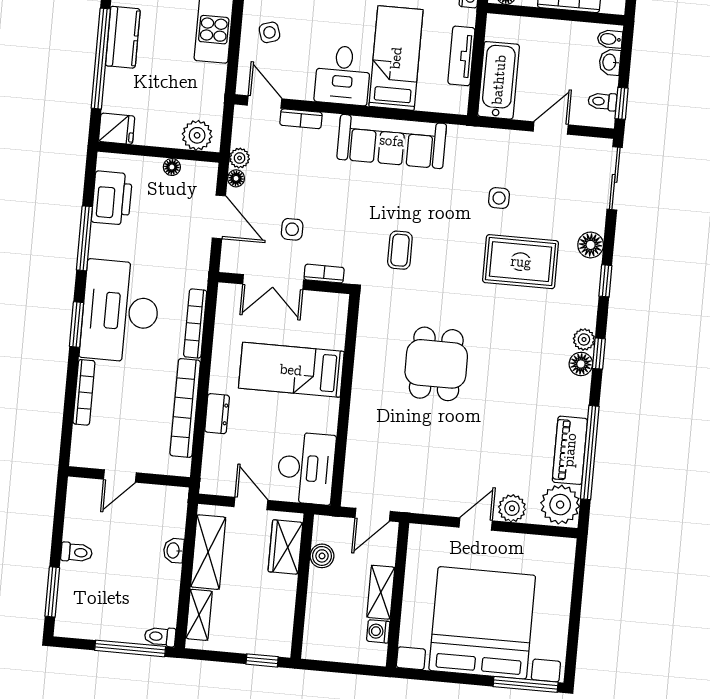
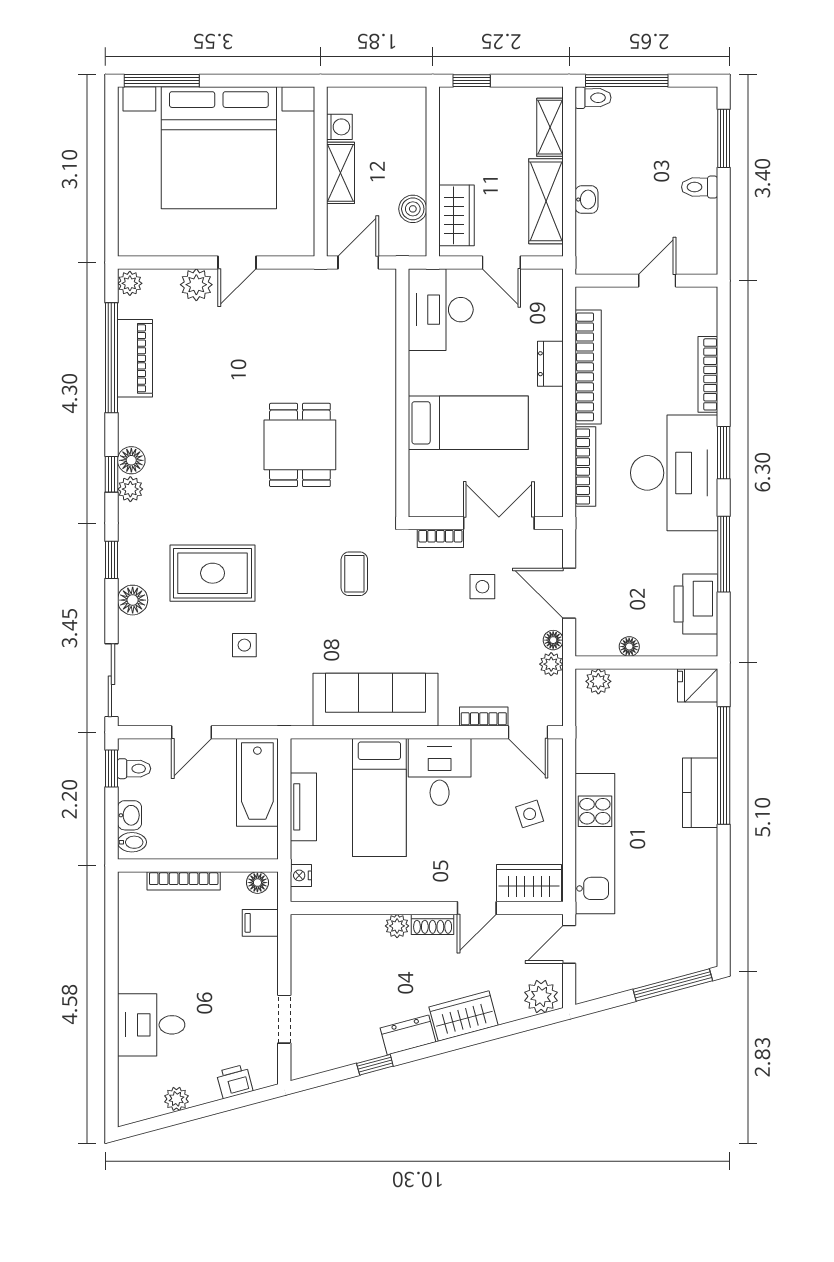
plant: (197, 135) -> (598, 681), width x0.73, depth x0.73
plant: (560, 505) -> (130, 283), width x0.53, depth x0.53

